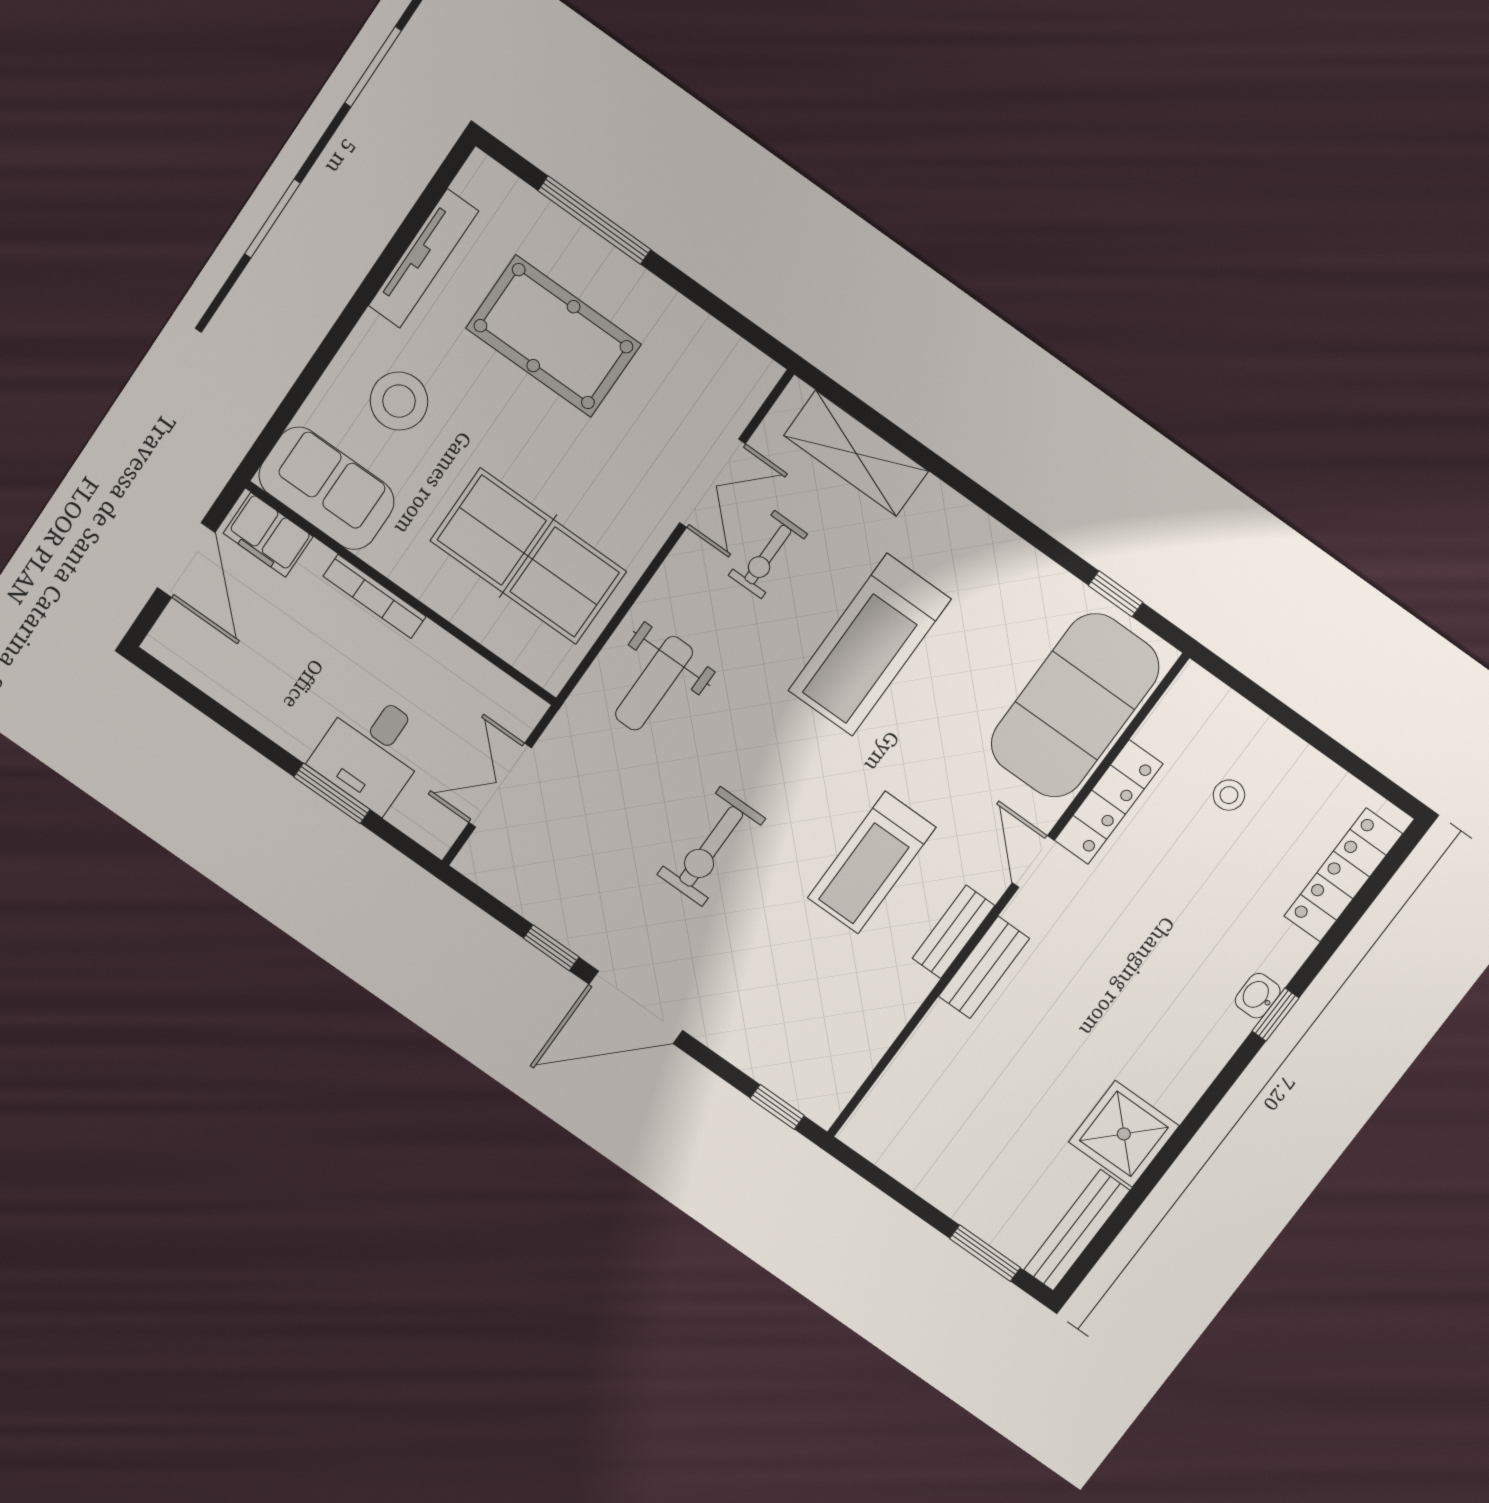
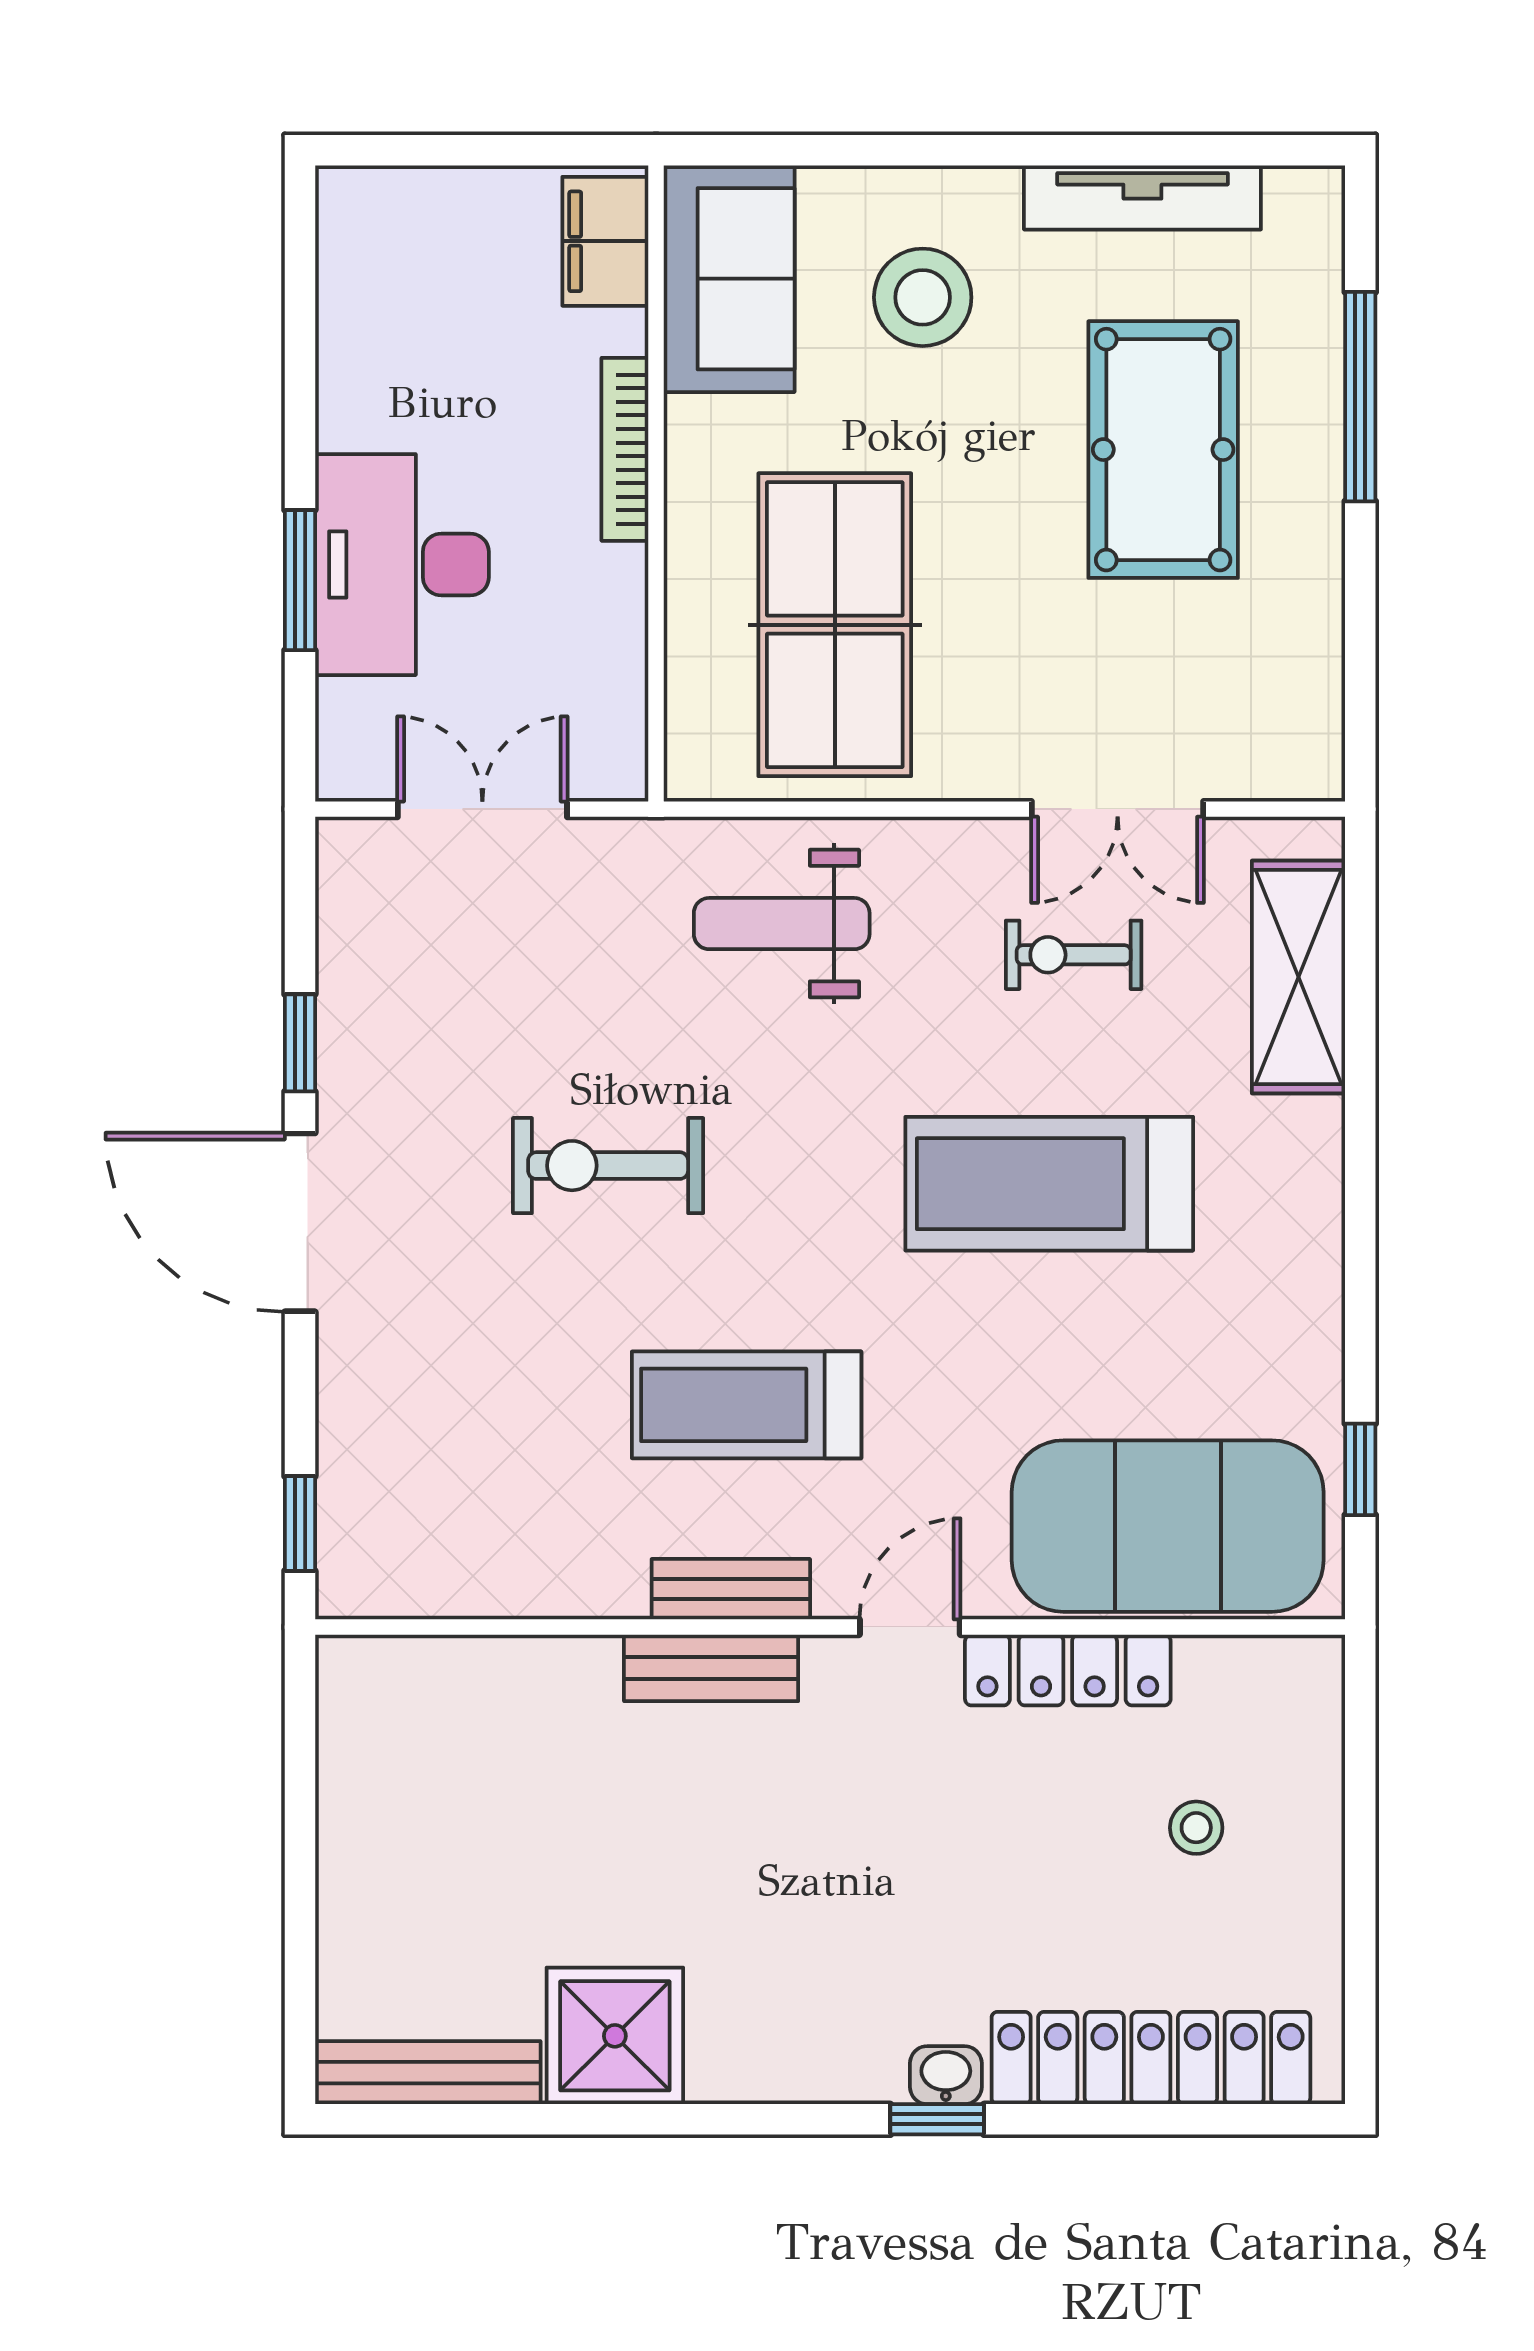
door: (186, 560) -> (487, 150), removed
desk: (372, 751) -> (402, 565), width x1.37
locker: (1343, 875) -> (1151, 2058), width x1.41, depth x1.21
window: (985, 1253) -> (300, 1969), removed

